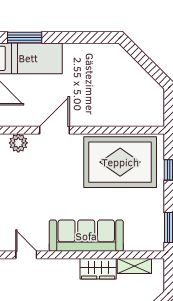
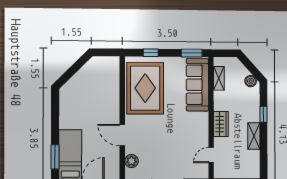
sofa: (86, 236) -> (197, 85), moved
wardrobe: (98, 269) -> (221, 124), moved

